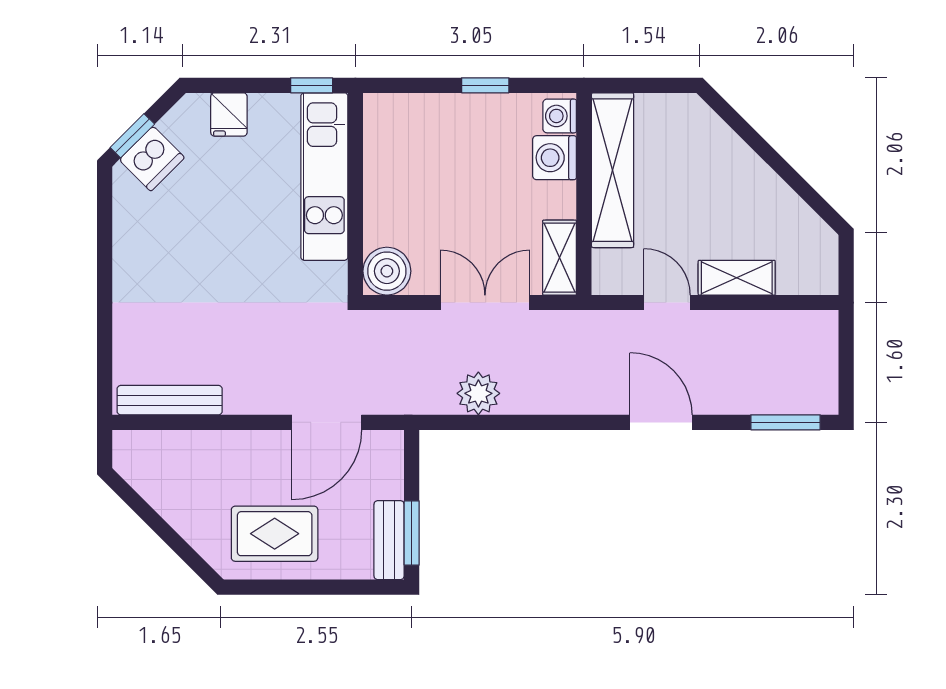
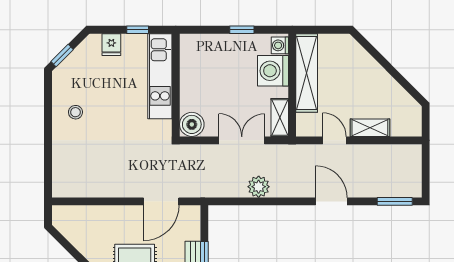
window: (312, 85) -> (138, 30), moved
washing machine: (555, 158) -> (273, 71), width x1.37, depth x1.37
dishwasher: (152, 159) -> (72, 67), removed
stool: (158, 247) -> (75, 112), added
plant: (478, 393) -> (259, 187), moved
bench: (170, 400) -> (81, 190), removed

